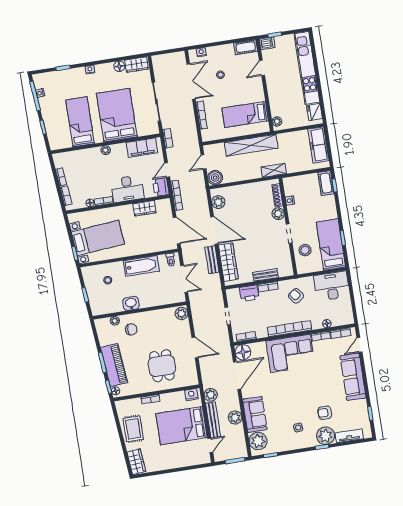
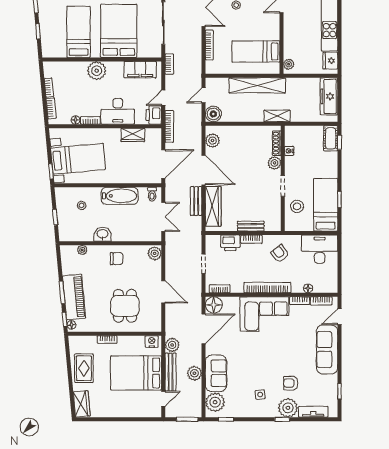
plant: (106, 150) -> (97, 71), width x1.87, depth x1.87
door: (177, 231) -> (163, 164), hinge flipped
chair: (131, 329) -> (117, 259), moved

